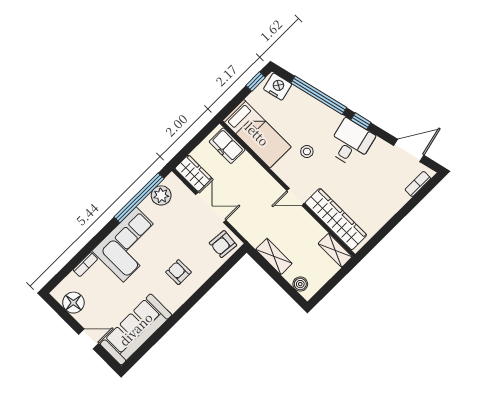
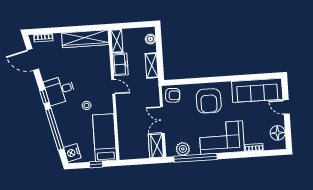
window: (256, 81) -> (96, 164), moved
freezer: (227, 146) -> (120, 64), moved
wardrobe: (336, 219) -> (85, 39), moved, turned -90
armchair: (178, 272) -> (209, 101), width x1.88, depth x1.88

